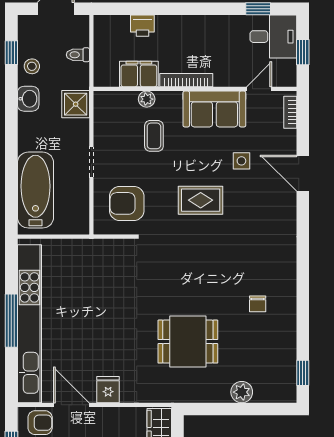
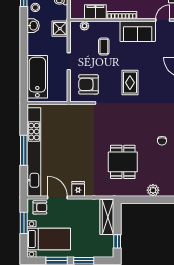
plant: (147, 99) -> (84, 26), moved
side table: (241, 161) -> (153, 60), removed
rug: (201, 200) -> (130, 83), turned 90
dining table: (188, 342) -> (123, 162), turned 90

